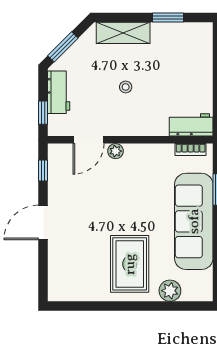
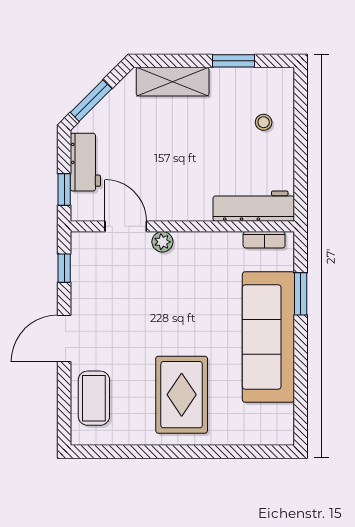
stool: (126, 87) -> (264, 122), moved
workbench: (191, 125) -> (254, 206), width x1.38
door: (88, 140) -> (126, 226), swing flipped
coffee table: (65, 267) -> (94, 398), added
plant: (170, 291) -> (236, 431), removed

